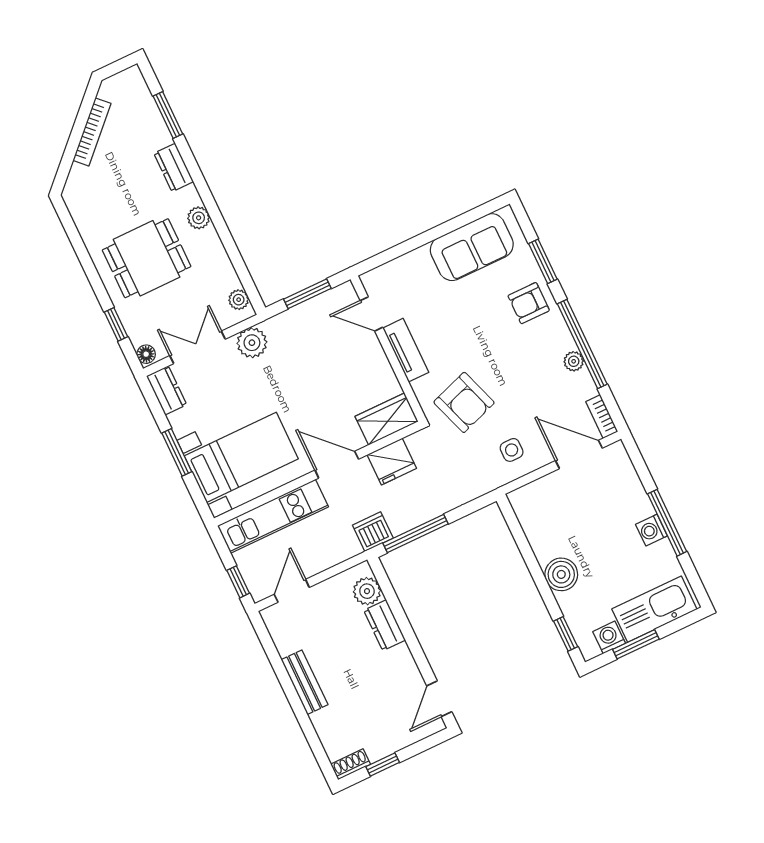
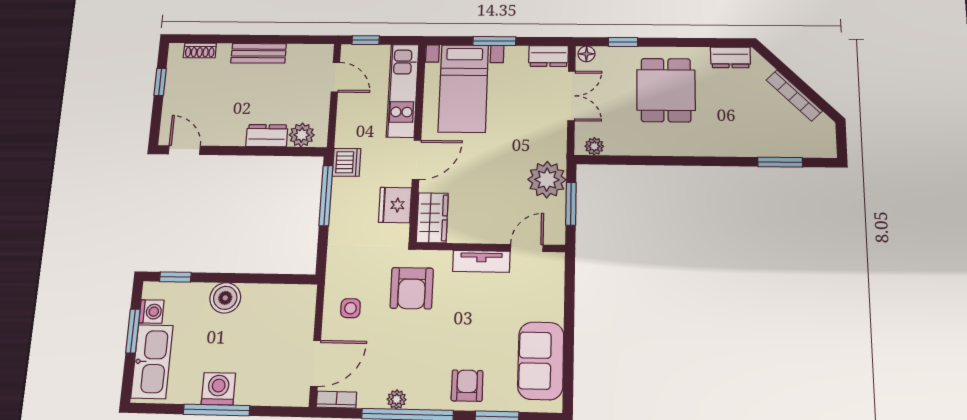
dresser: (174, 168) -> (730, 57), moved, turned 180
plant: (199, 218) -> (680, 146), removed
plant: (252, 343) -> (547, 180), moved, width x1.36, depth x1.36
armchair: (464, 402) -> (412, 288), turned -71
washing machine: (651, 530) -> (218, 389), width x1.38, depth x1.38
shoe rack: (351, 764) -> (200, 50), moved, turned 90

